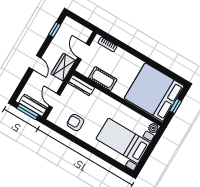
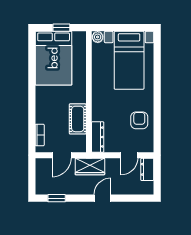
bed: (154, 92) -> (54, 58), width x0.73
dresser: (33, 105) -> (147, 169), width x0.70
window: (28, 112) -> (157, 176), removed
armchair: (75, 122) -> (139, 120), turned 180

